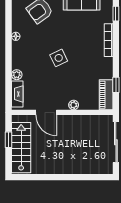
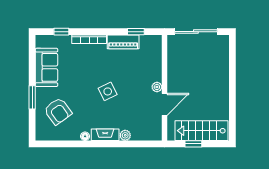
fireplace: (17, 94) -> (105, 135), moved
piano: (106, 95) -> (123, 42), moved
plant: (74, 105) -> (157, 87), moved

